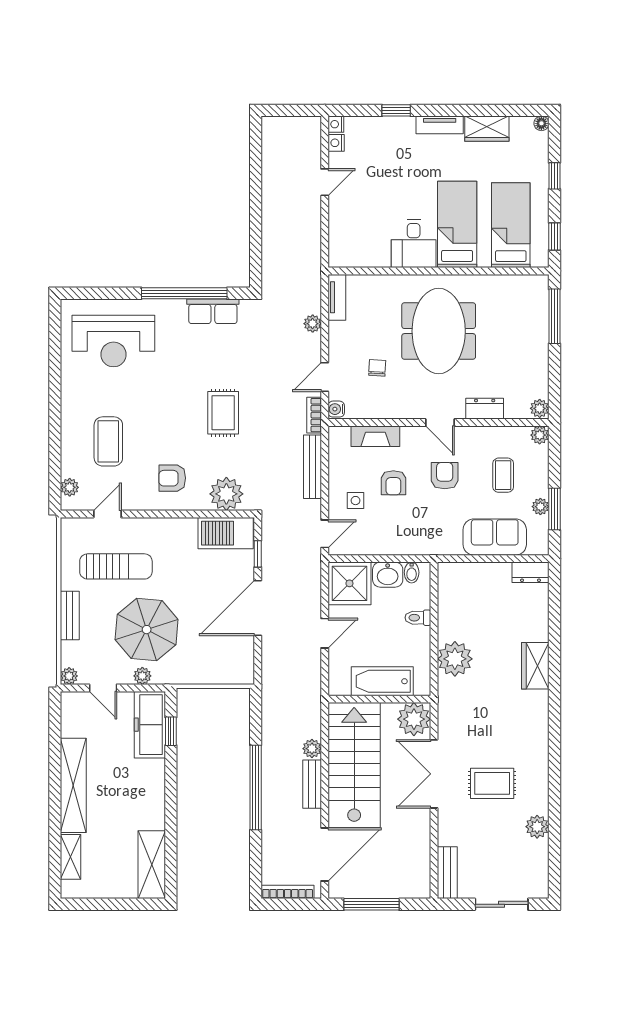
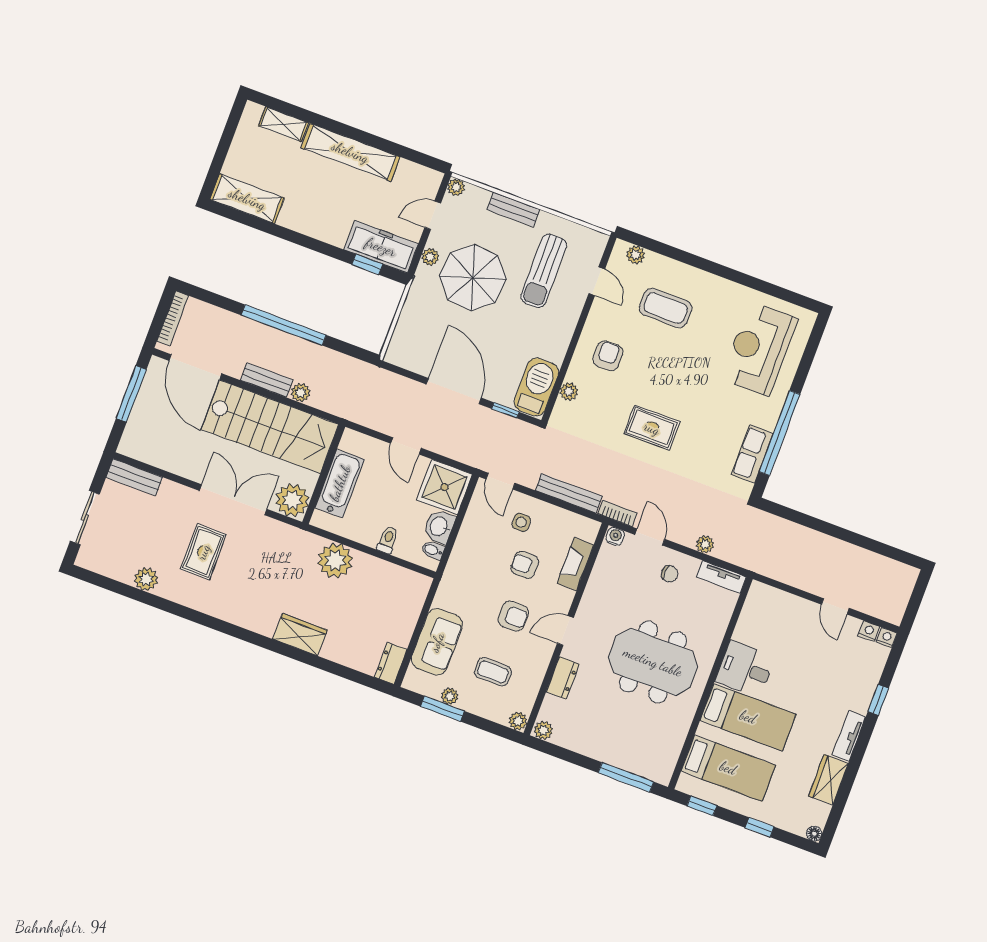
chair: (377, 368) -> (670, 574), moved
plant: (226, 494) -> (569, 391), width x0.53, depth x0.53

